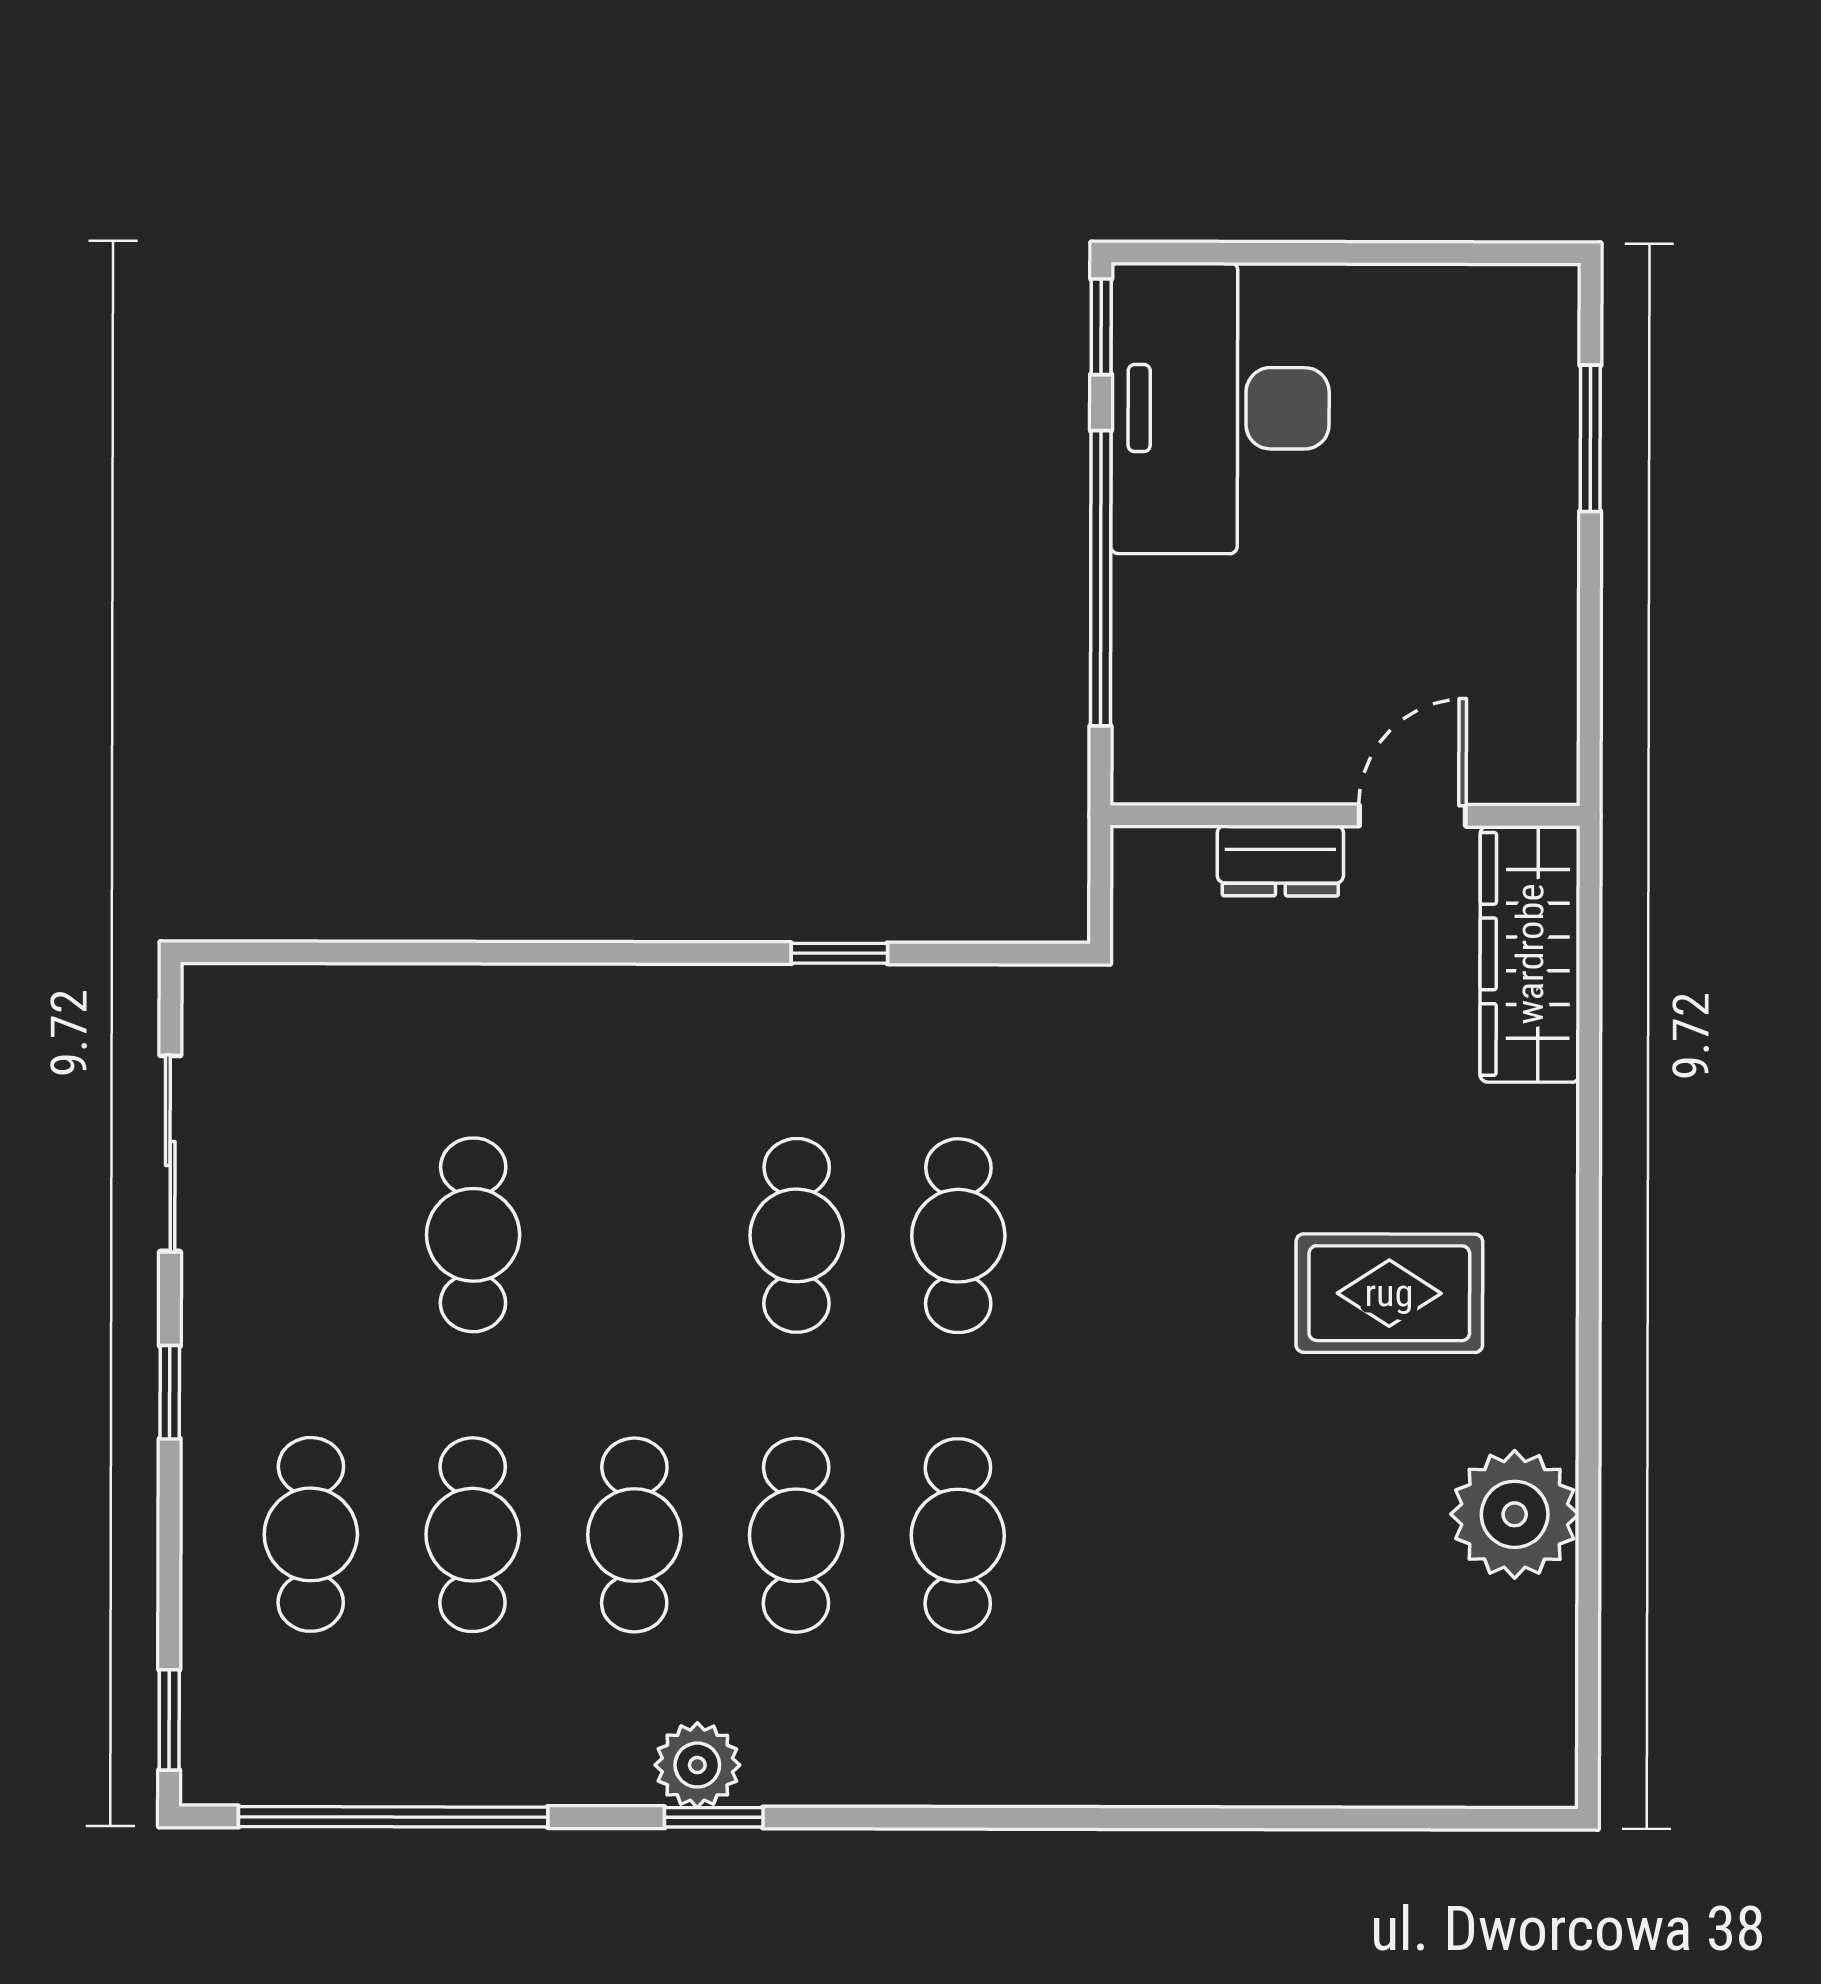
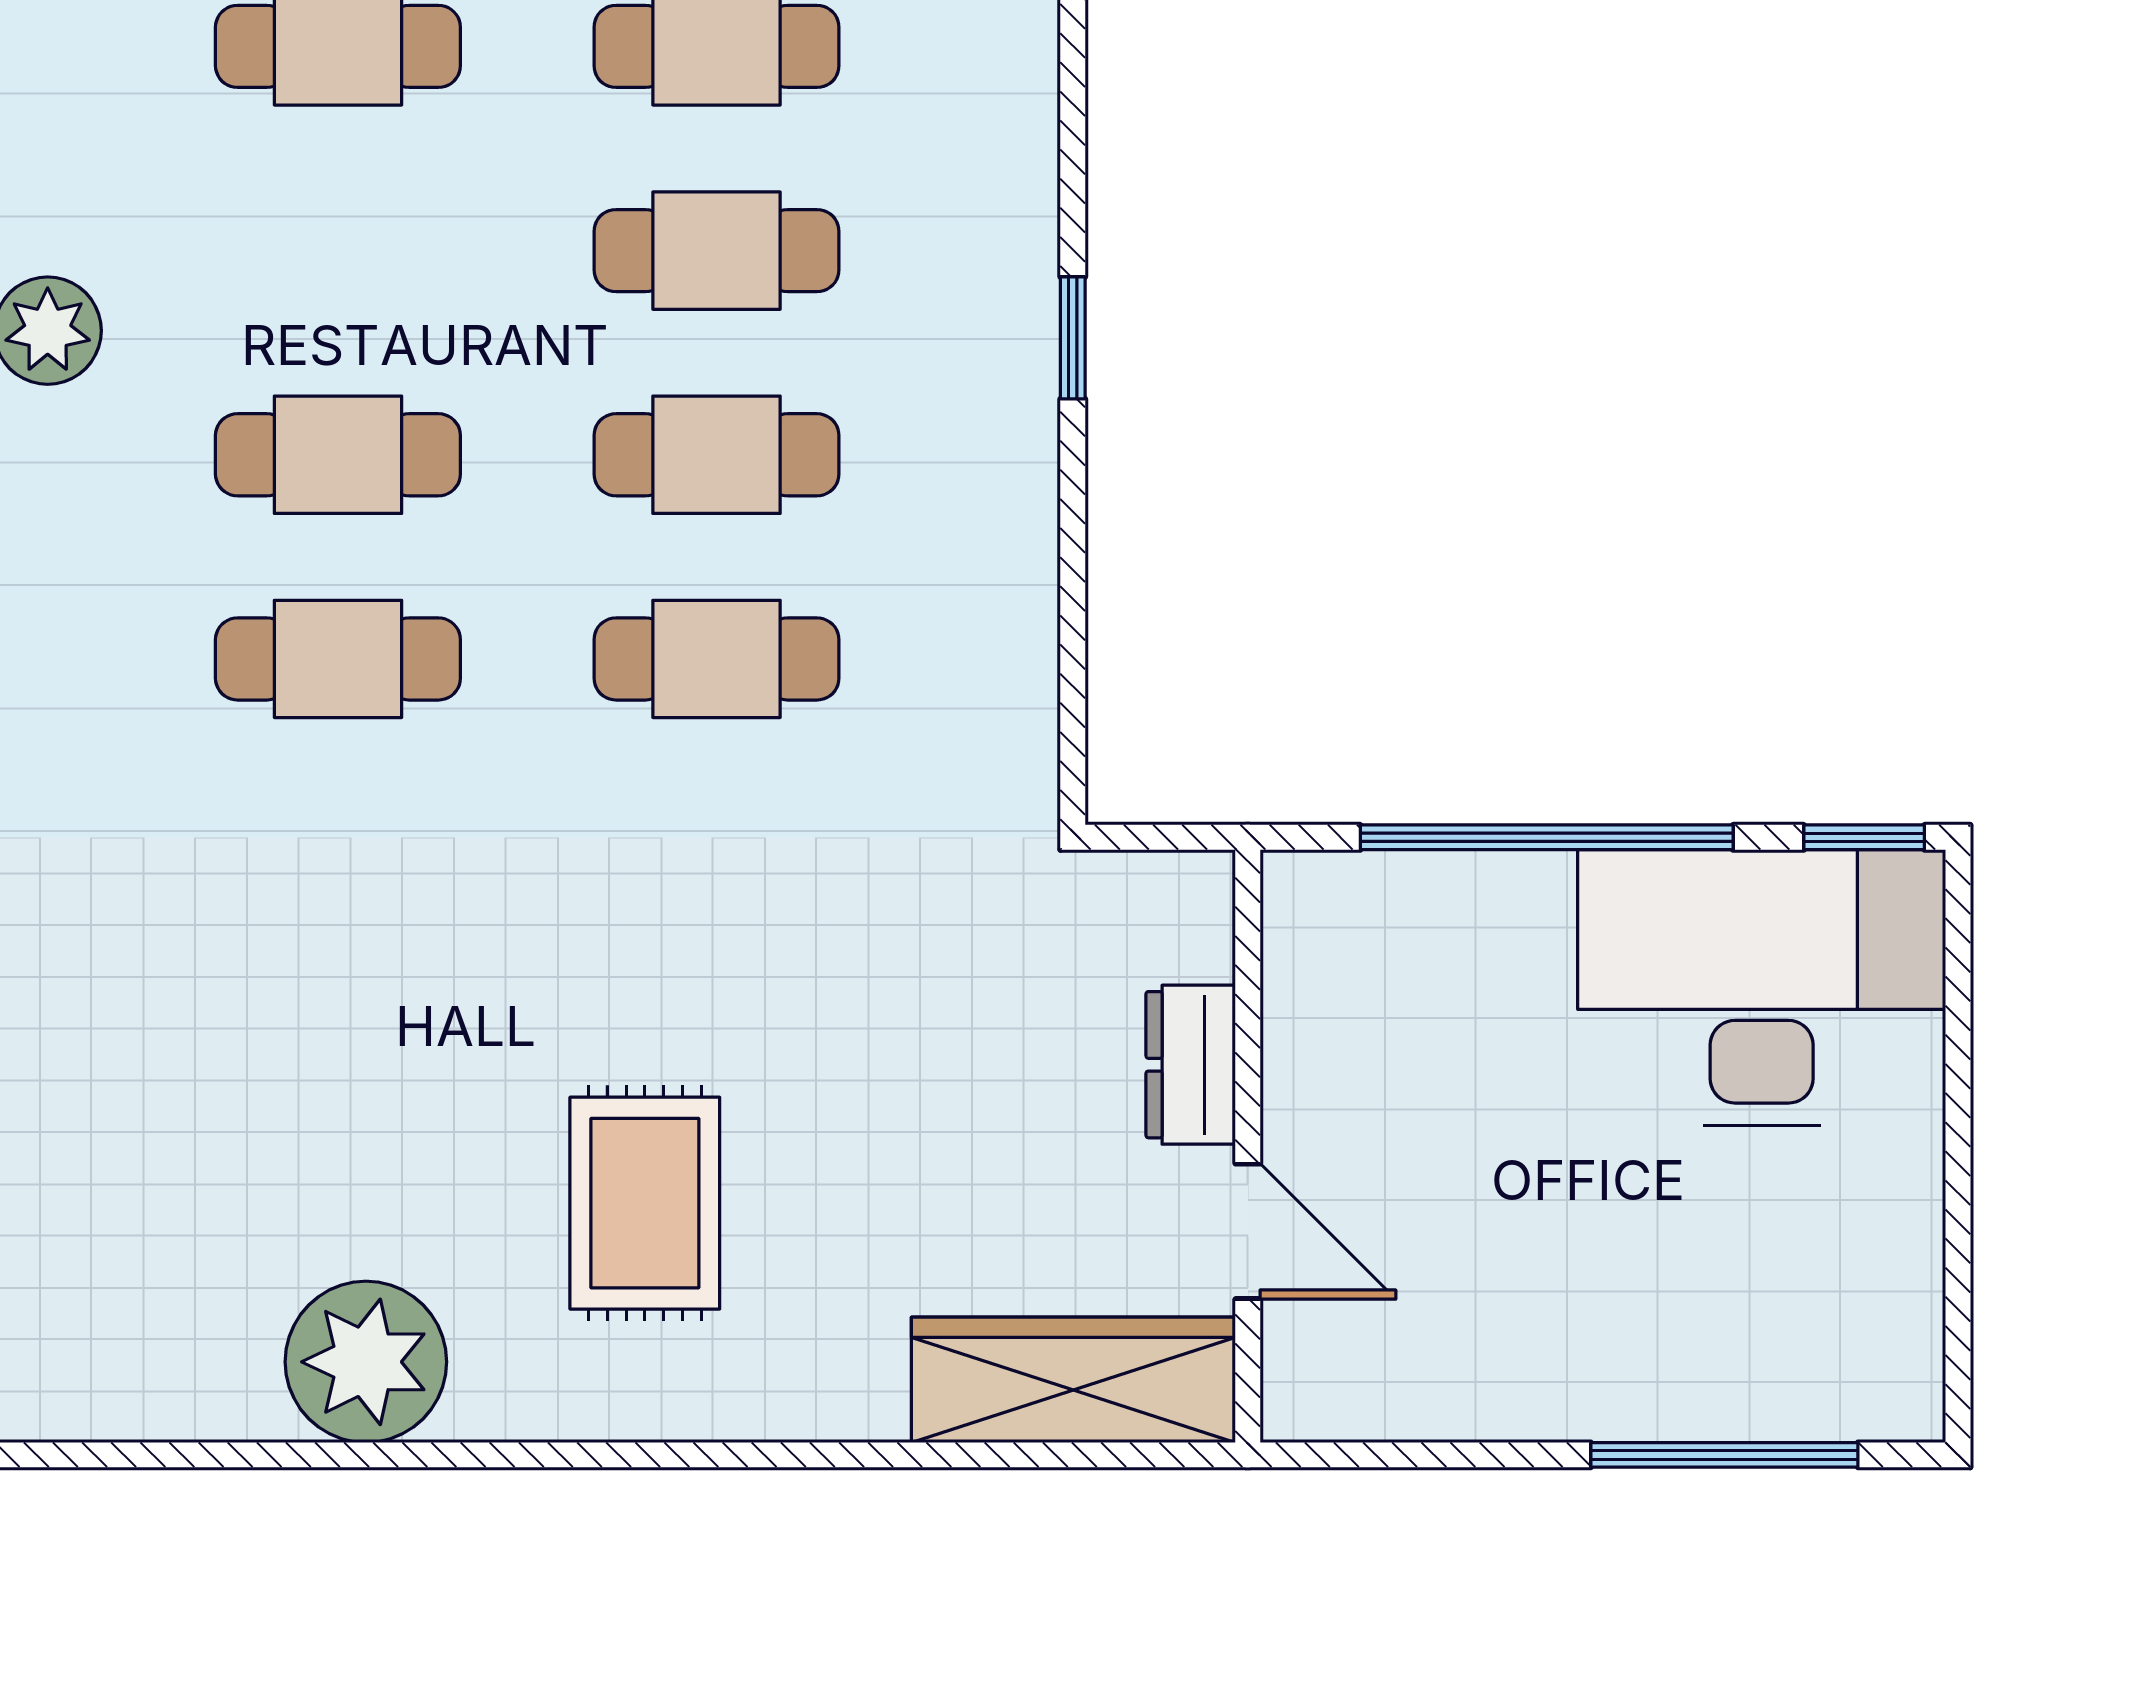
window: (1590, 438) -> (1724, 1455), width x1.44
window: (839, 953) -> (1073, 338), moved
cafe table: (634, 1535) -> (716, 251), moved

